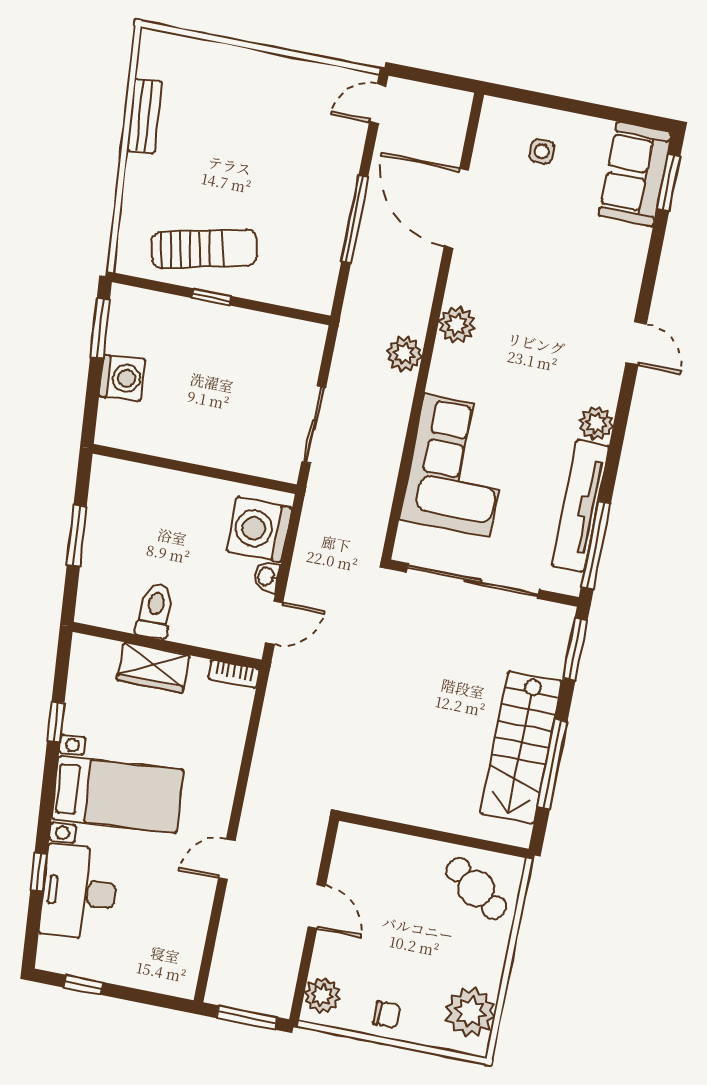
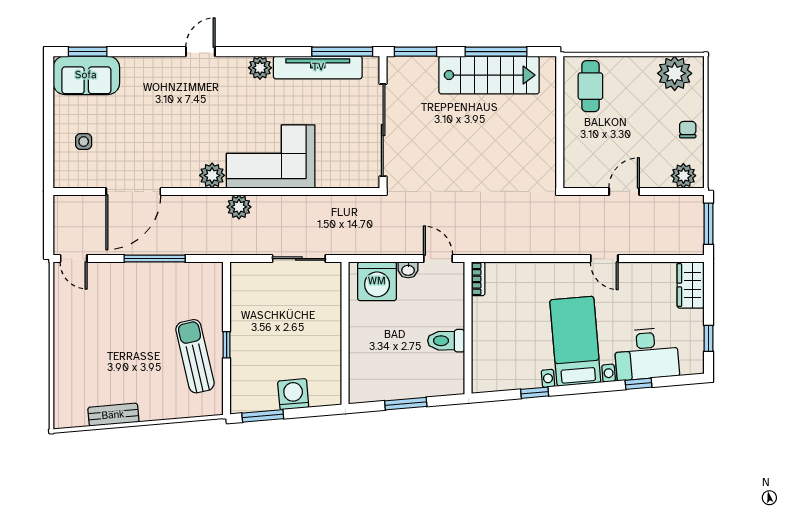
corner sofa: (457, 465) -> (271, 157), moved
wardrobe: (153, 668) -> (691, 285), moved, turned 180
cafe table: (476, 889) -> (590, 86), turned -35

